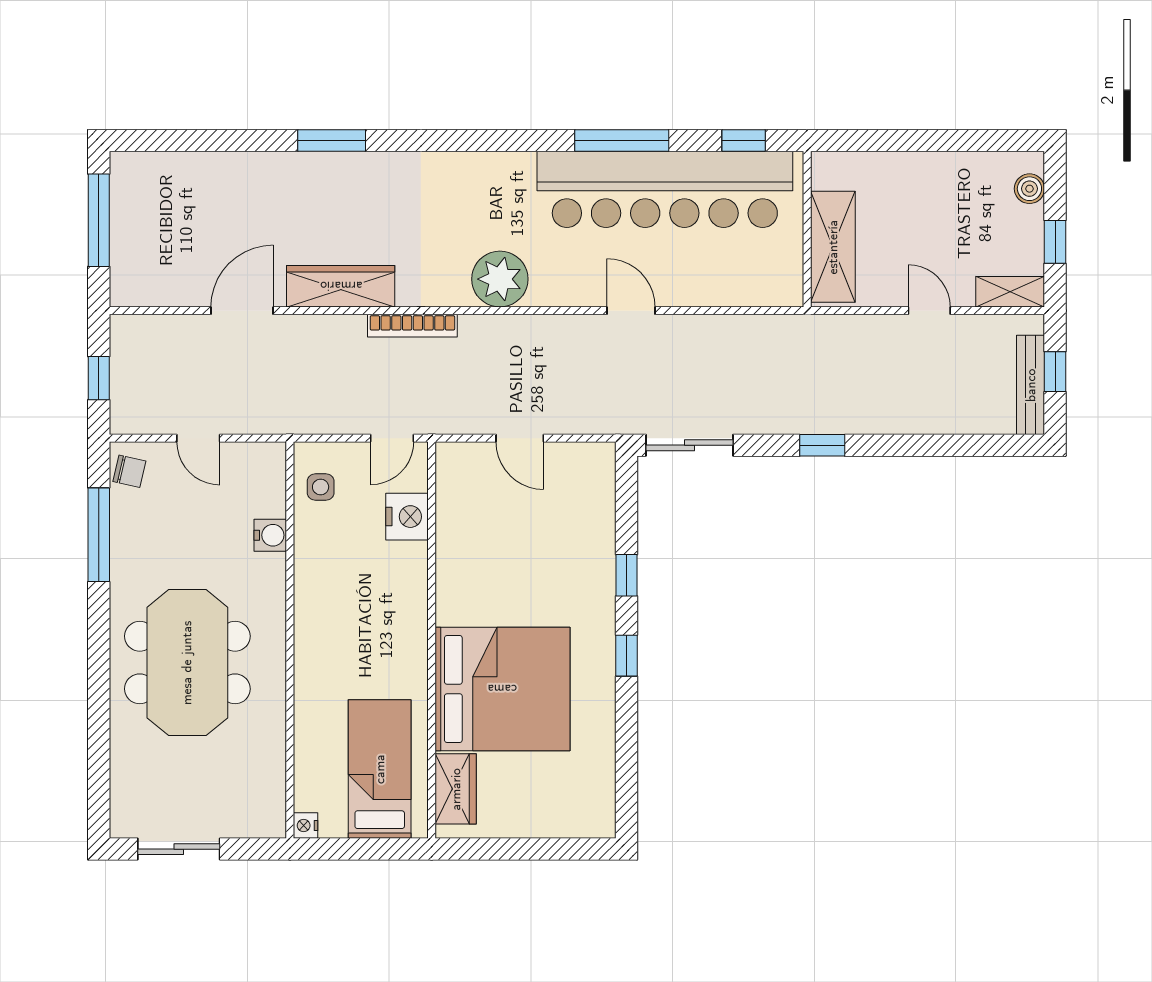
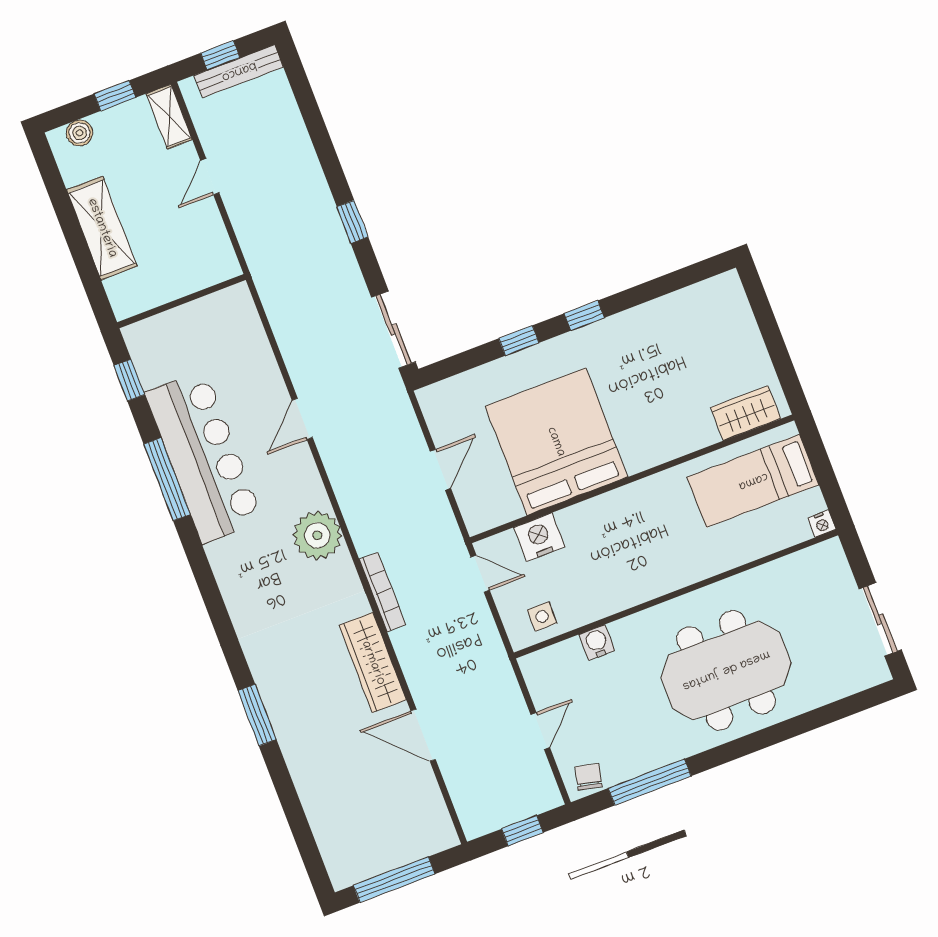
bar counter: (665, 189) -> (204, 457), width x0.73
shelving: (833, 247) -> (102, 228), moved, turned 90
bed: (502, 689) -> (556, 442), moved

